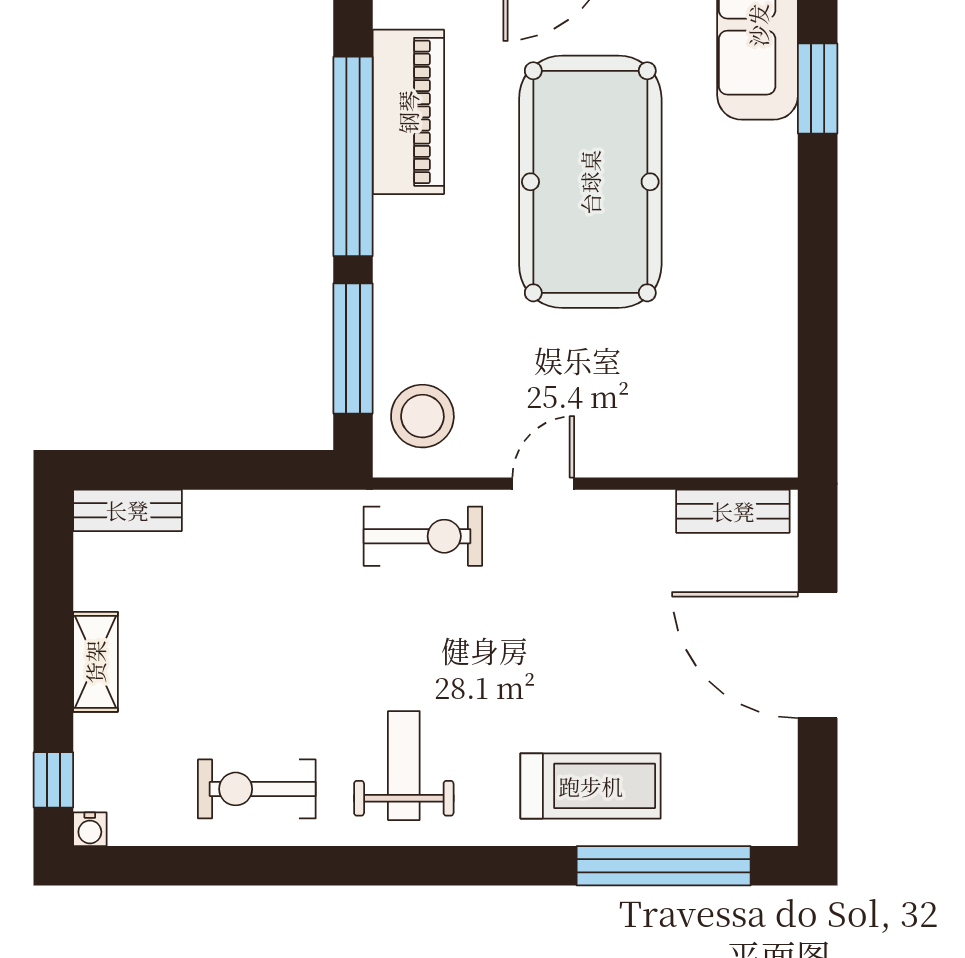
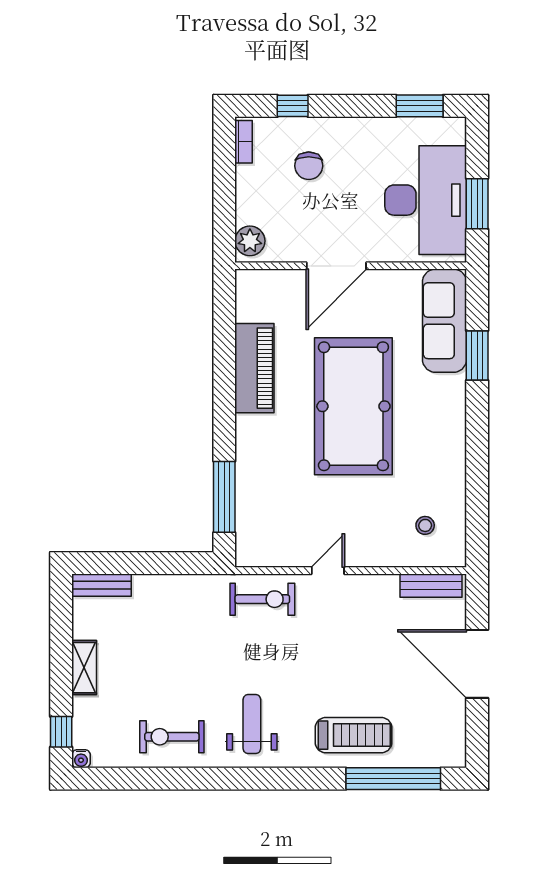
window: (353, 156) -> (224, 392), removed
stool: (422, 416) -> (425, 525), moved, width x0.53, depth x0.53

